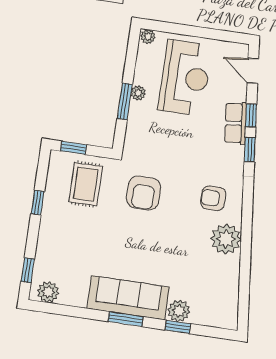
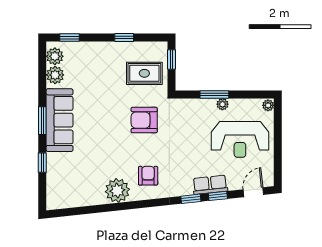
plant: (179, 311) -> (55, 75), moved

